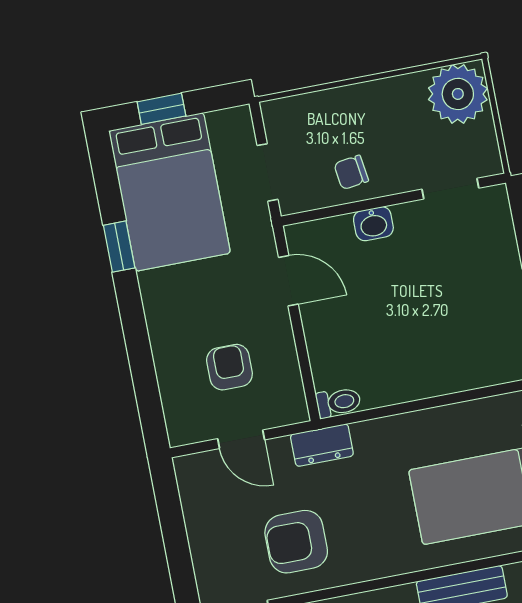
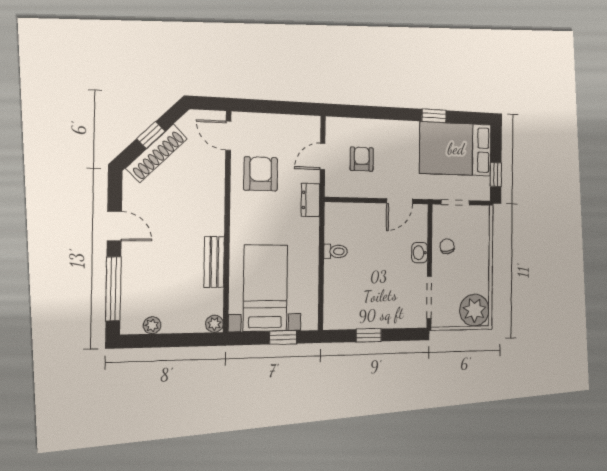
window: (161, 109) -> (496, 175), moved
doorway: (450, 189) -> (429, 297), width x1.38
armchair: (229, 367) -> (362, 159), turned -90
toilet: (338, 402) -> (336, 251), moved, turned -90

